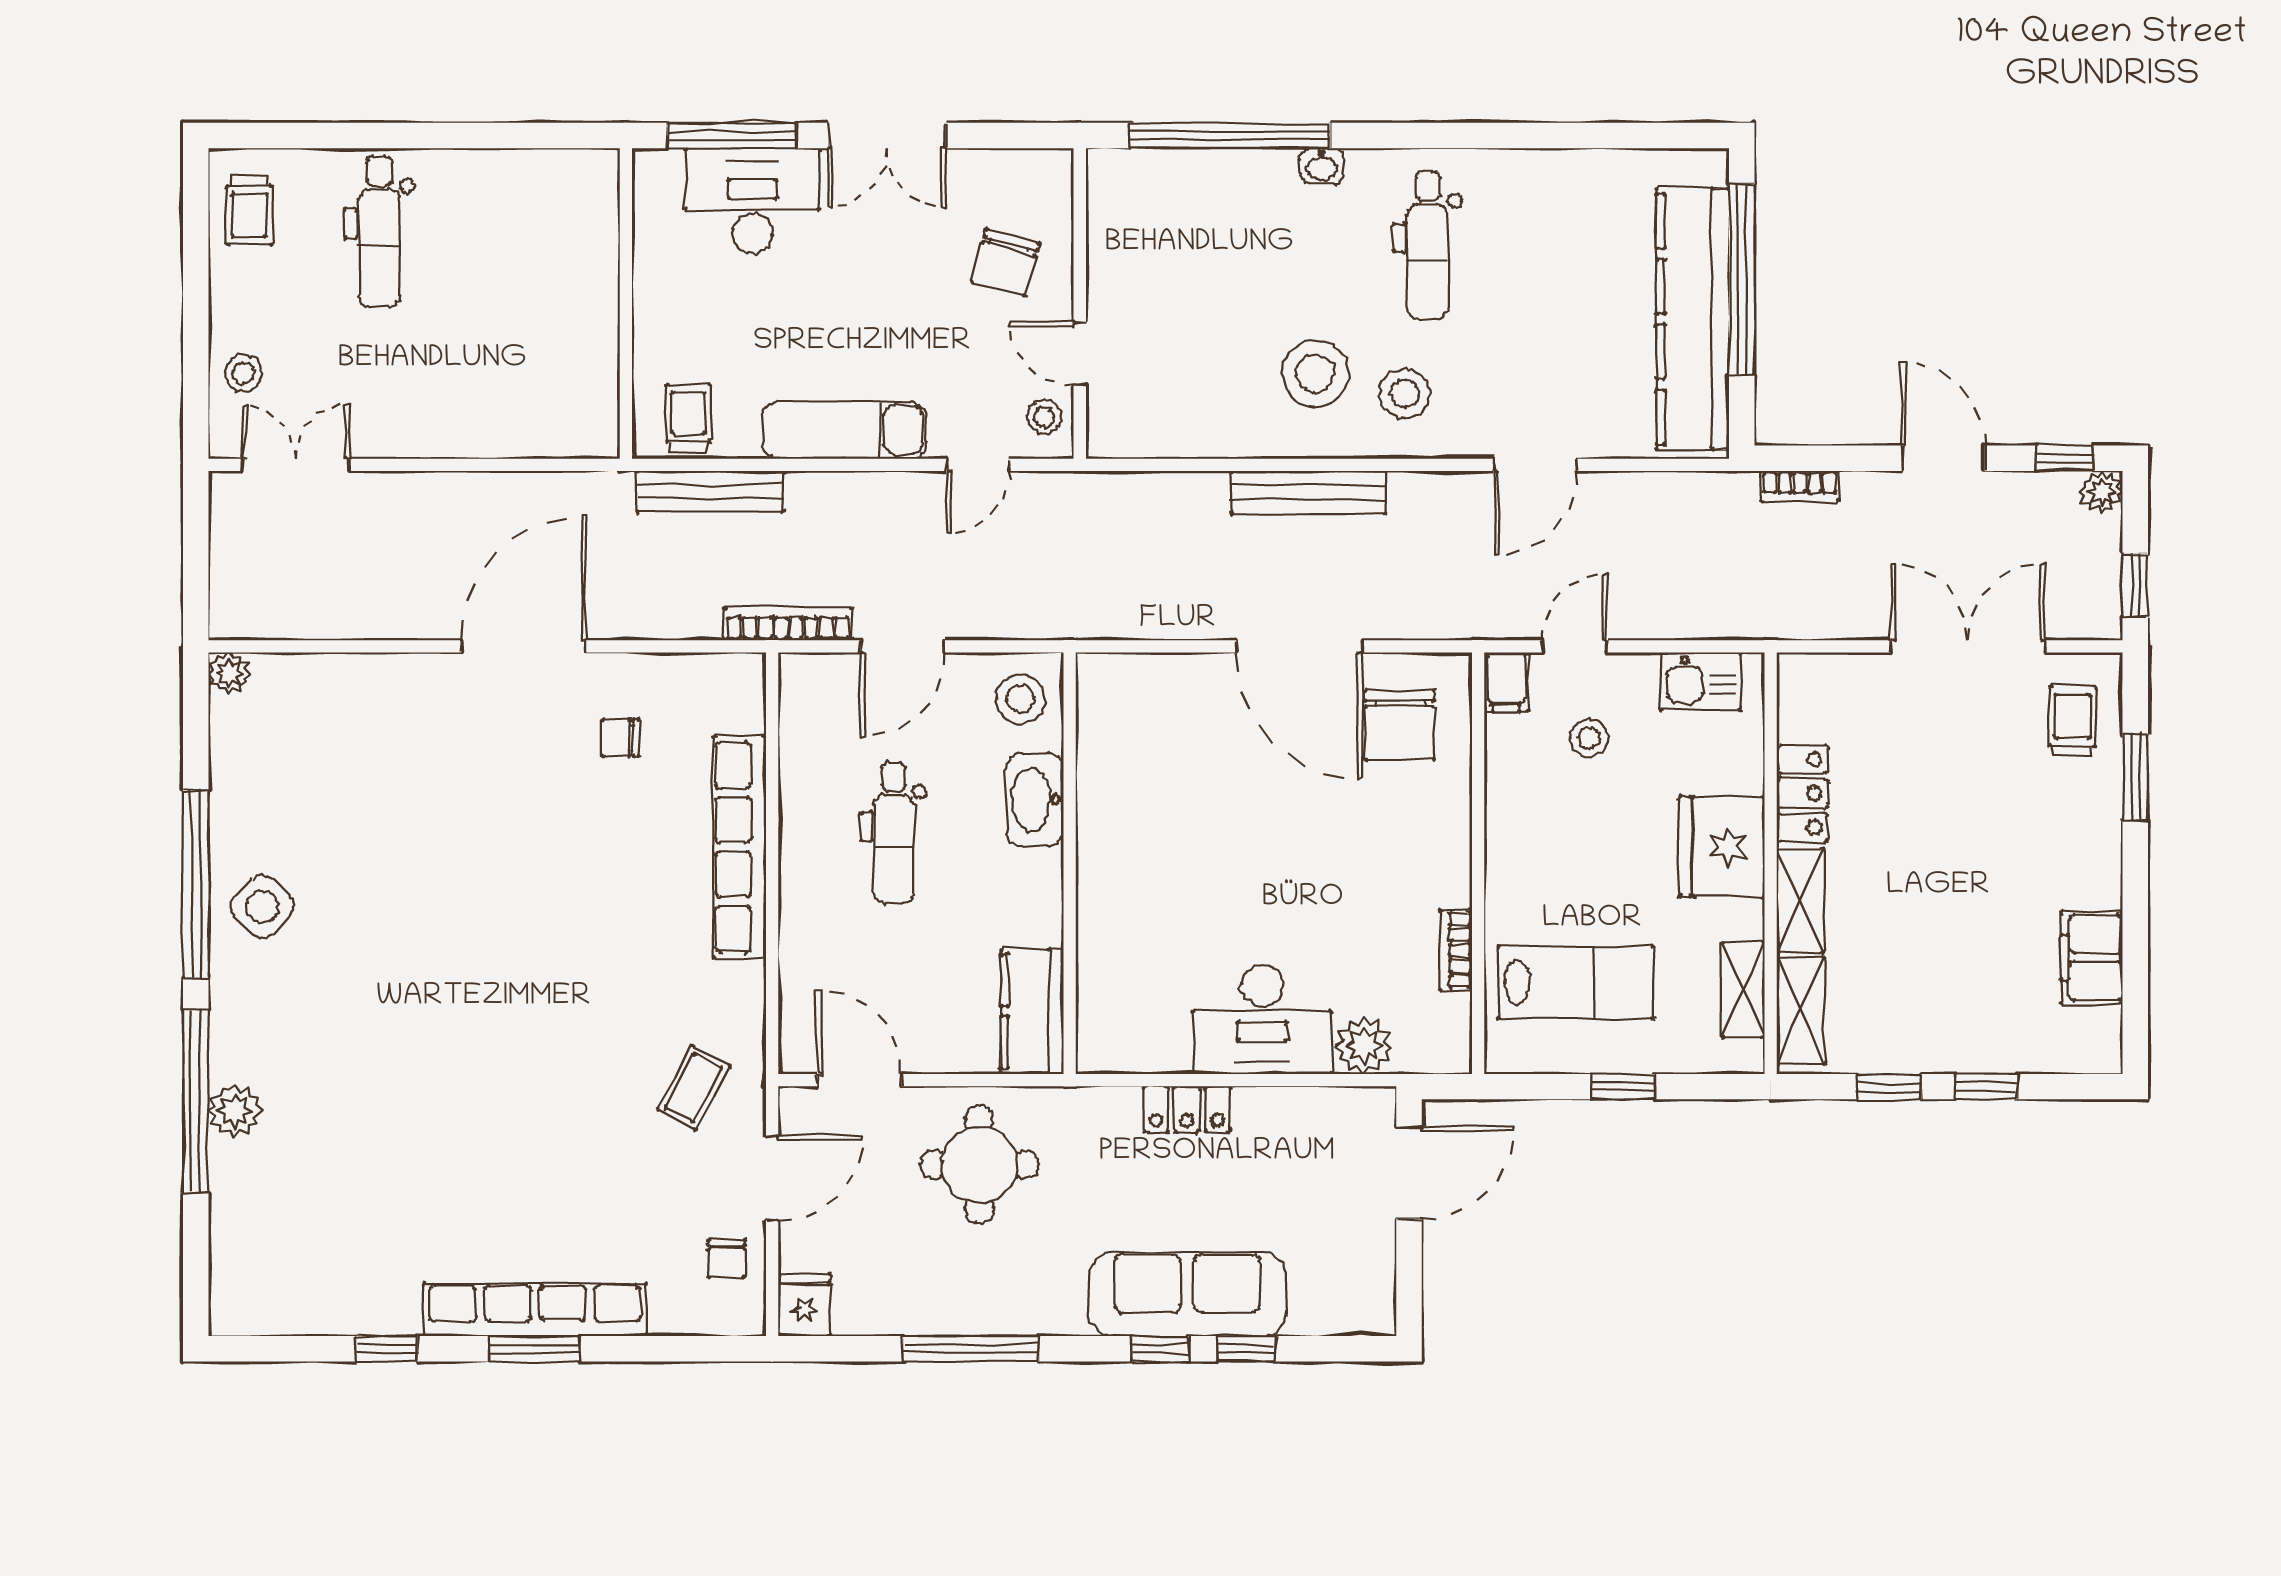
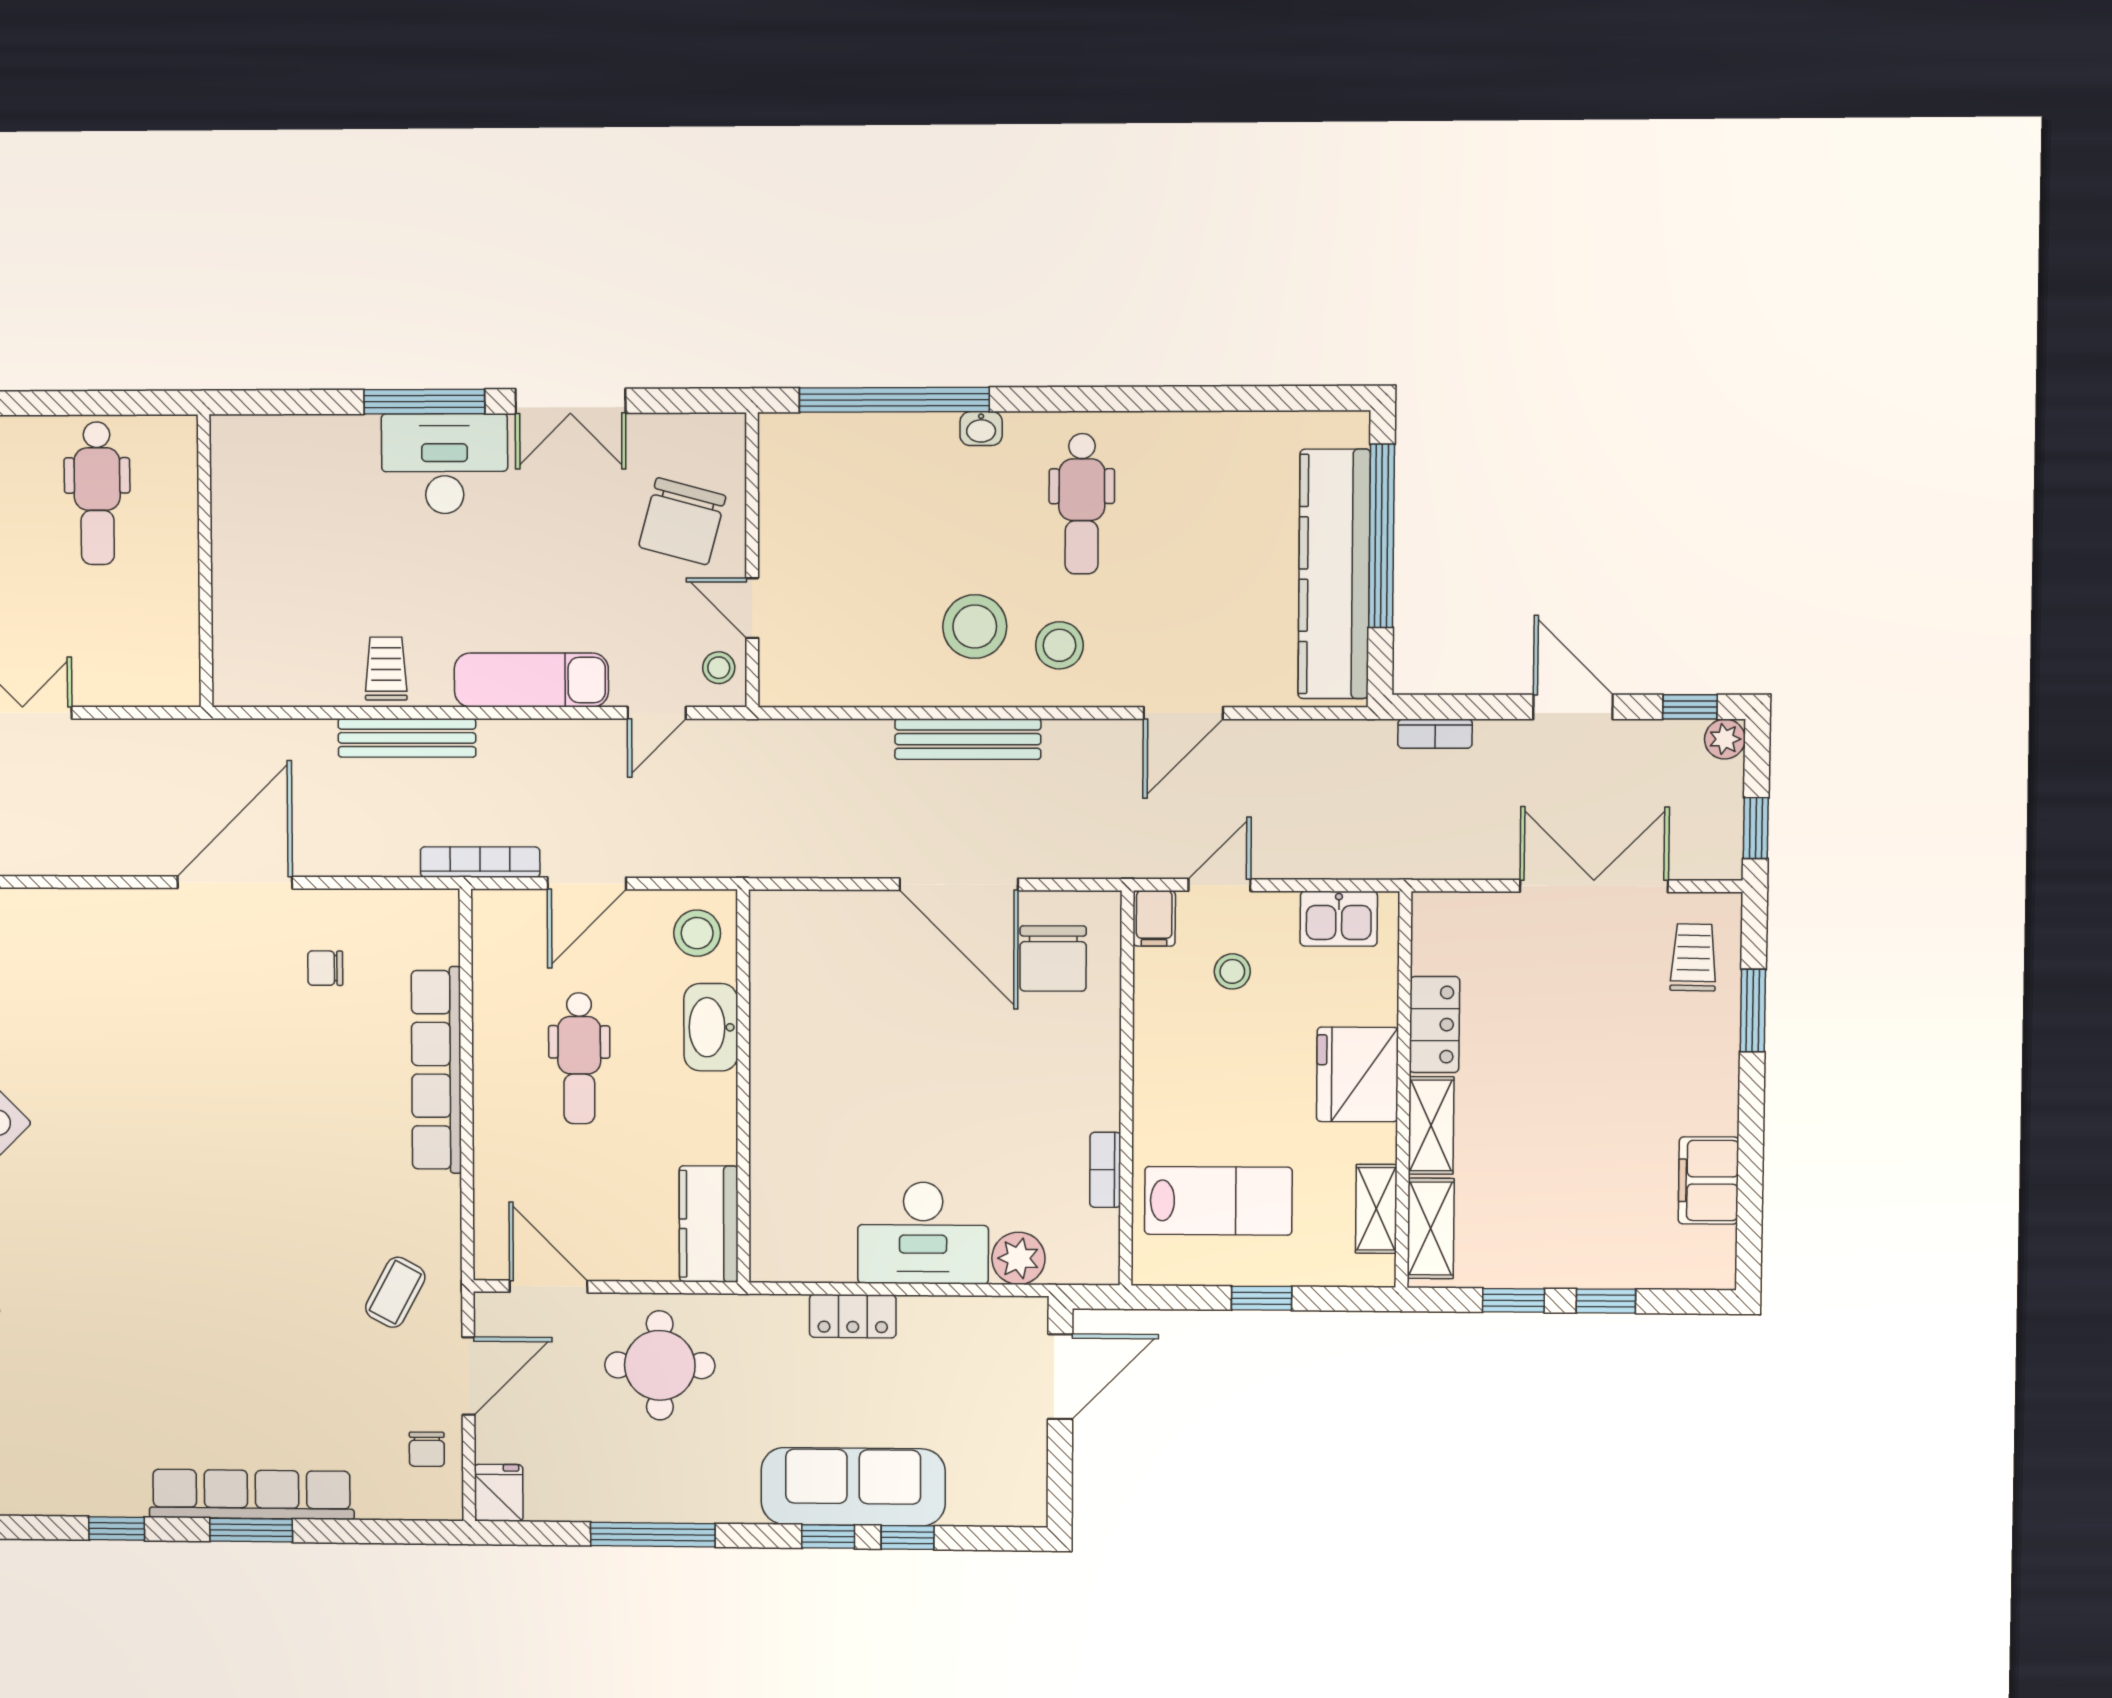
chair: (1006, 262) -> (682, 521), width x1.37, depth x1.37
wall: (626, 303) -> (205, 561), moved

